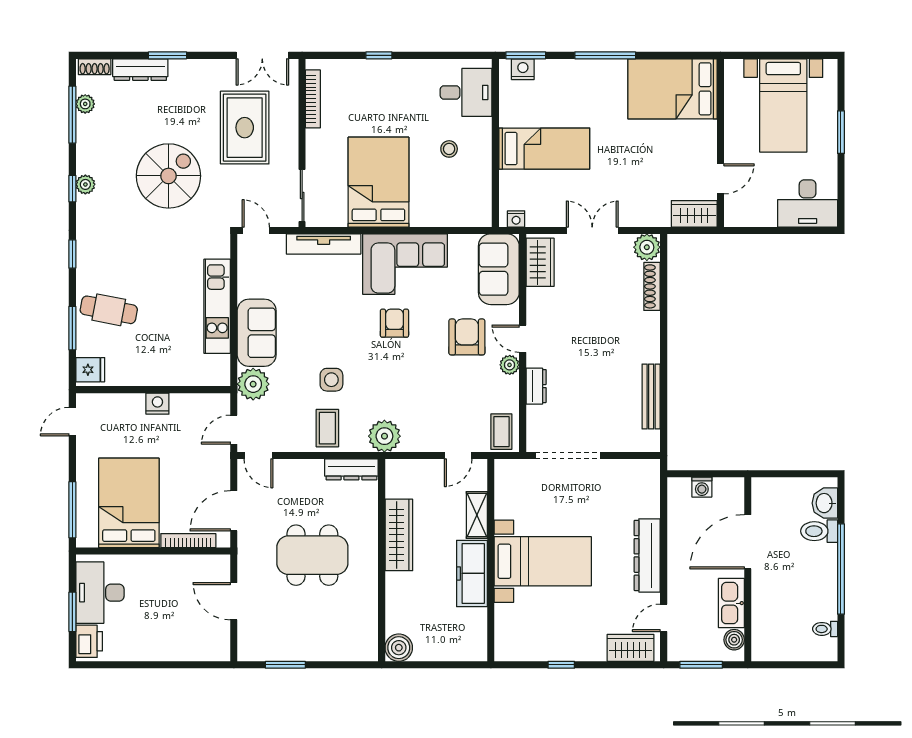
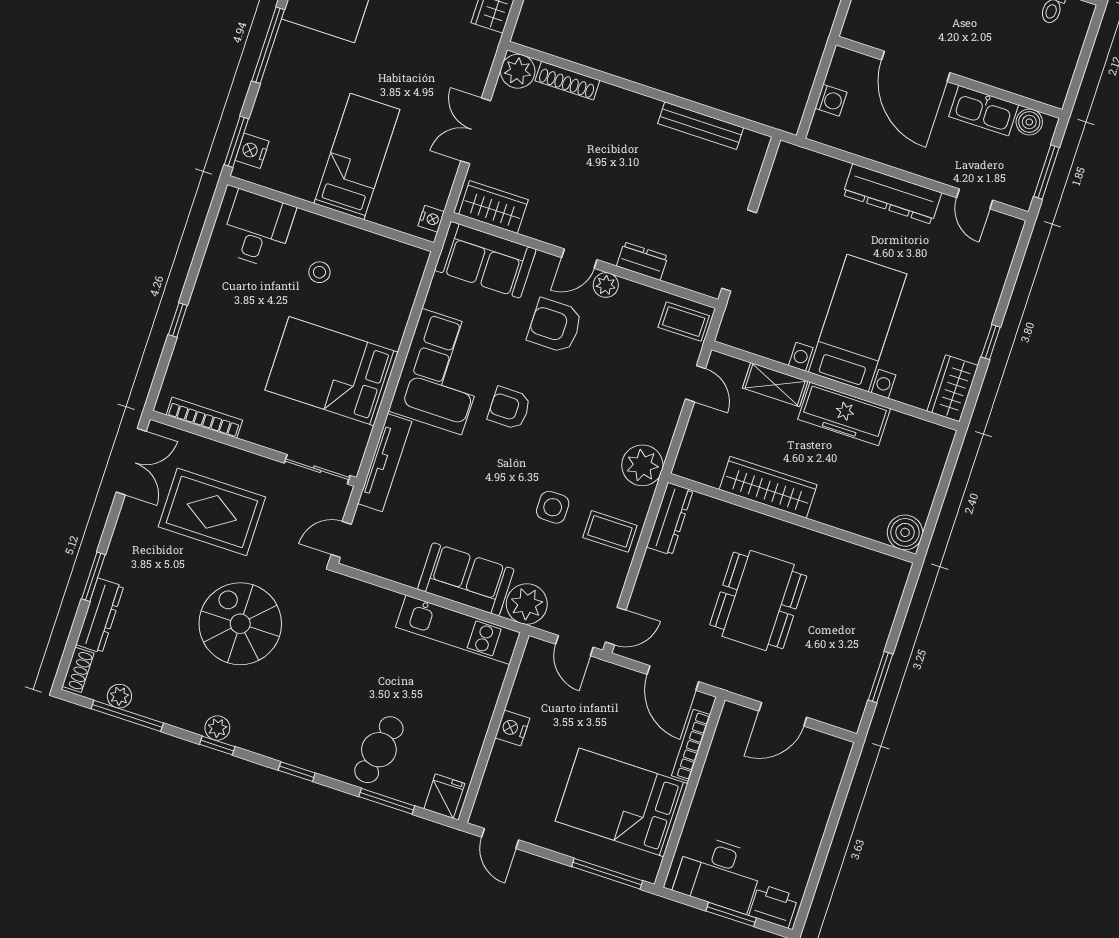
kitchen unit: (217, 306) -> (458, 630), moved
wardrobe: (631, 648) -> (953, 388), moved

